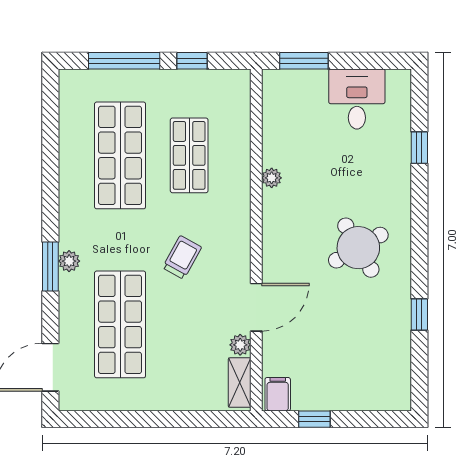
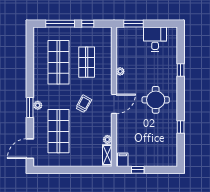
window: (419, 148) -> (181, 70), moved
round table: (358, 248) -> (156, 100), turned 30
door: (256, 307) -> (114, 104), moved

